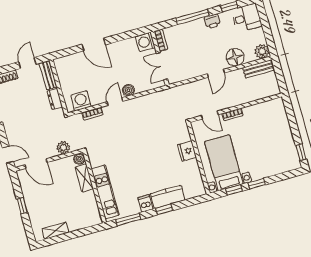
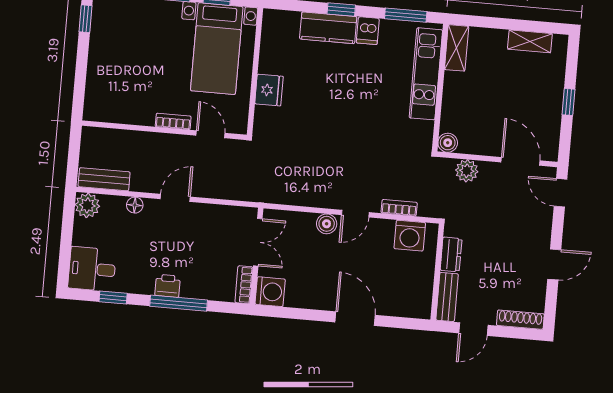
printer: (212, 21) -> (168, 286), moved
floor lamp: (235, 57) -> (135, 205), width x0.53, depth x0.53
shelving: (84, 178) -> (457, 48), moved

